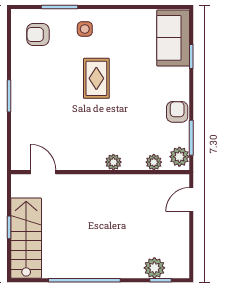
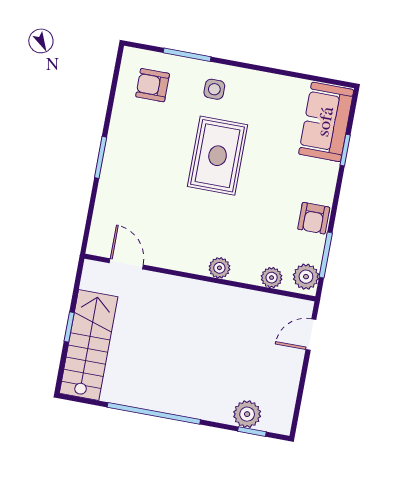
rug: (96, 78) -> (218, 156), width x1.36, depth x1.43
armchair: (177, 112) -> (314, 218), turned 180

